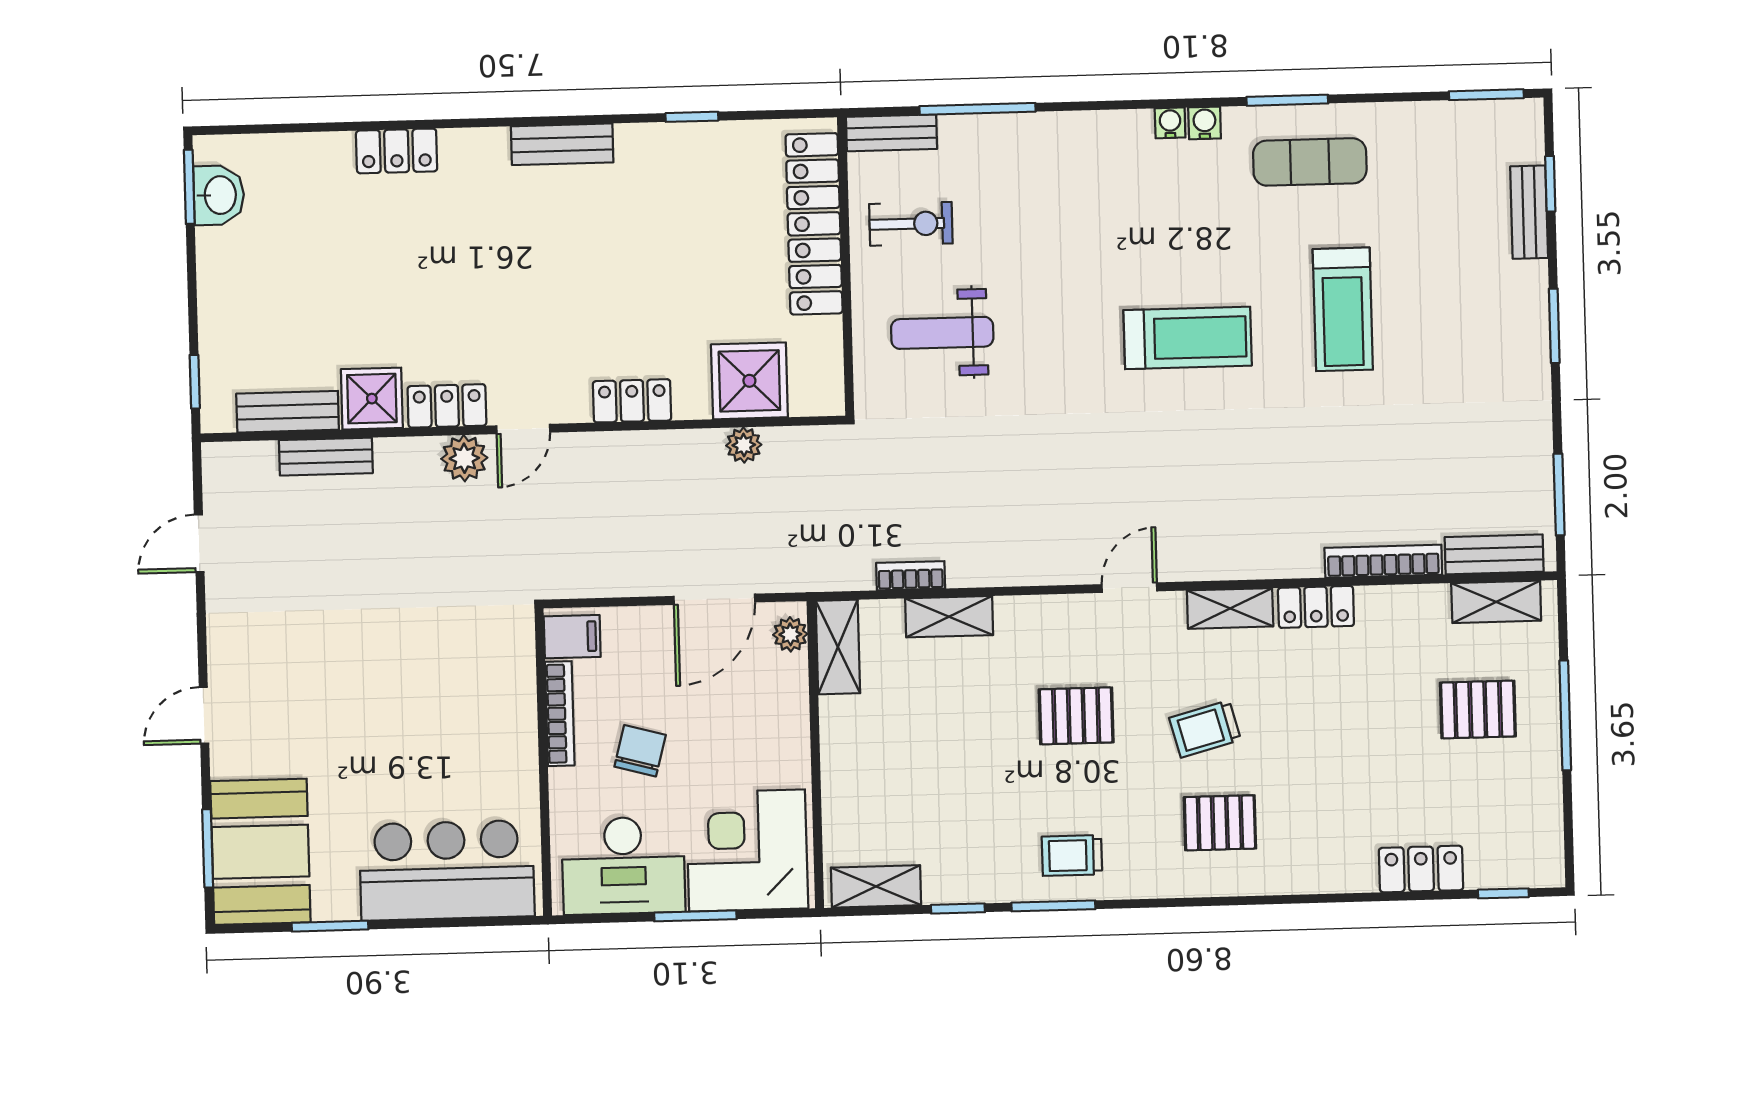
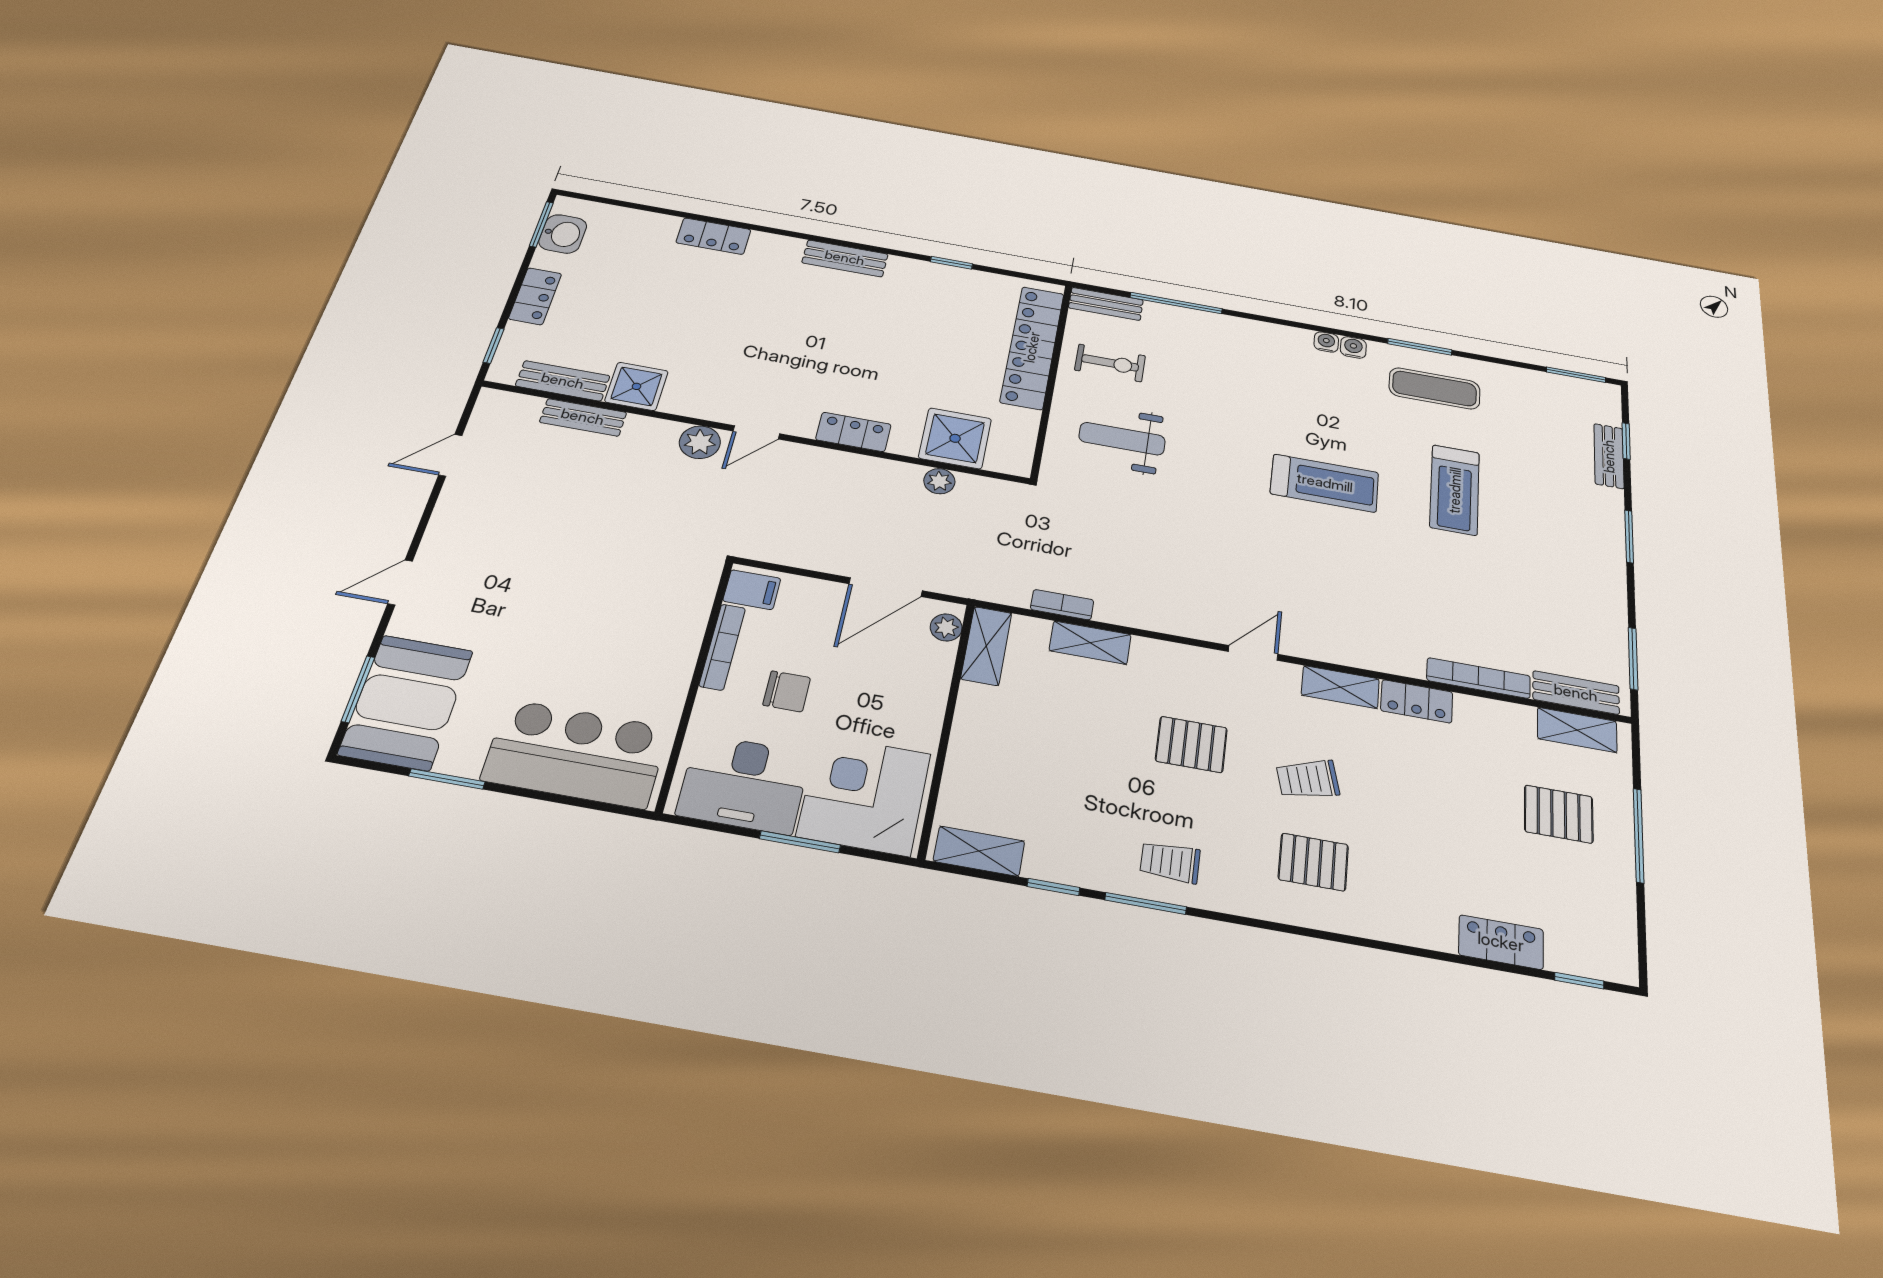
locker: (447, 406) -> (535, 296), moved, turned 90
chair: (640, 751) -> (787, 691), turned 75

